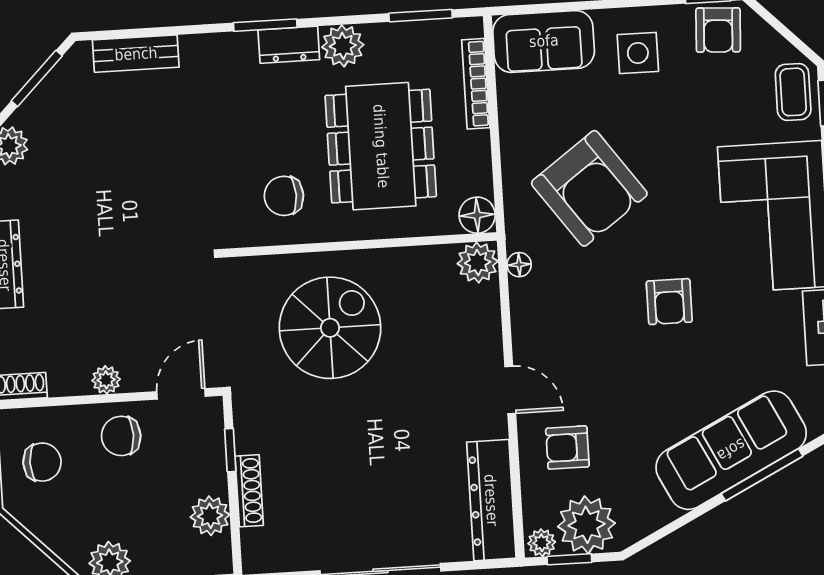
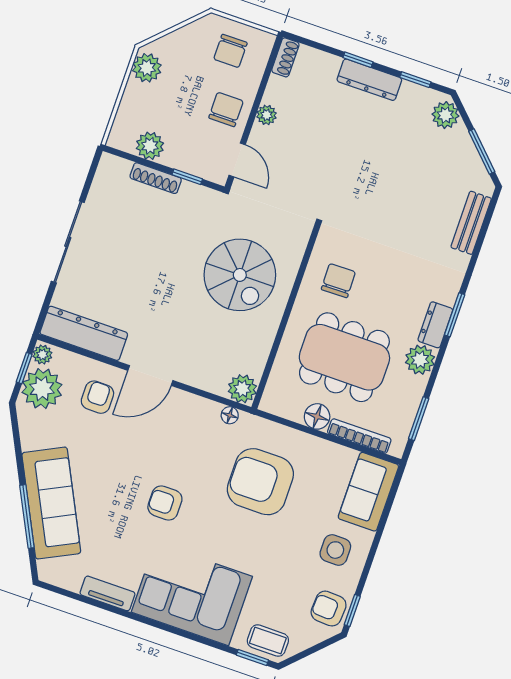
armchair: (589, 188) -> (260, 482), turned 36
floor lamp: (477, 215) -> (317, 416), moved
door: (510, 390) -> (150, 376), width x1.37

